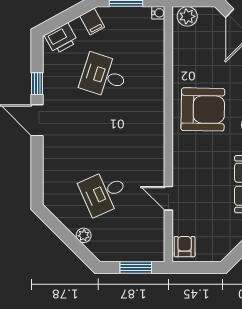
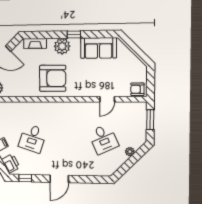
window: (37, 84) -> (25, 178), moved
armchair: (203, 109) -> (53, 78), turned 89

